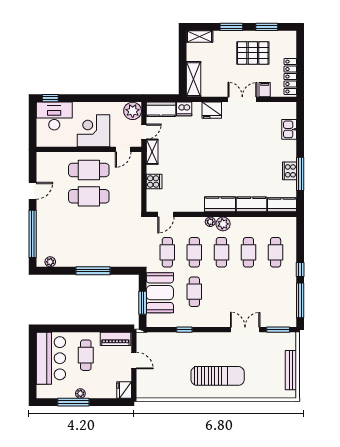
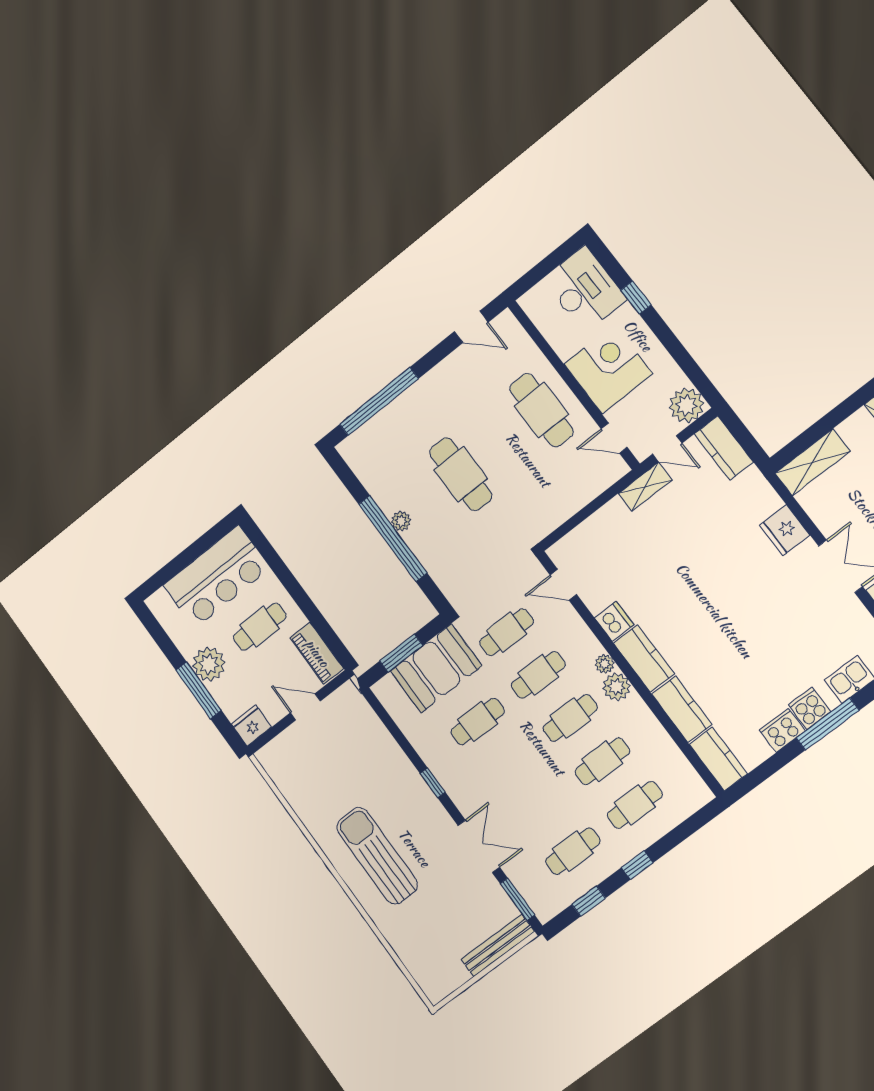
window: (50, 98) -> (636, 298), moved
dishwasher: (184, 109) -> (614, 621), moved, turned 180
window: (300, 174) -> (828, 724), moved
cooker: (154, 182) -> (809, 708), moved, turned 180
door: (33, 191) -> (471, 327), moved
cafe table: (89, 196) -> (461, 474), moved
plant: (50, 262) -> (401, 521), moved
window: (93, 271) -> (393, 538), width x1.46
cafe table: (276, 292) -> (573, 851), added
window: (300, 300) -> (589, 901), width x0.46
window: (184, 330) -> (433, 783), moved
door: (134, 361) -> (305, 707), swing flipped
bench: (291, 370) -> (498, 946), moved
sun lounger: (218, 376) -> (377, 856), turned 180
plant: (80, 394) -> (209, 664), width x1.88, depth x1.88
window: (73, 402) -> (199, 690), moved

